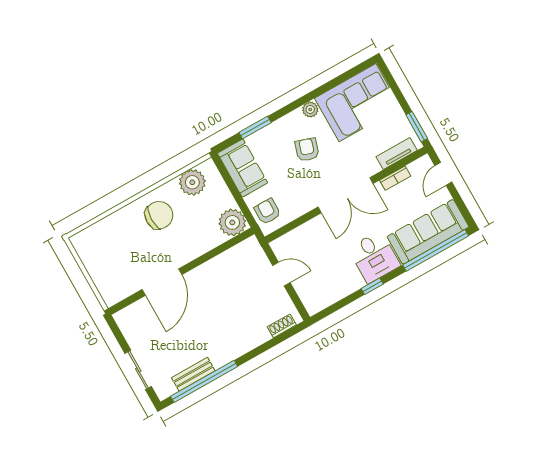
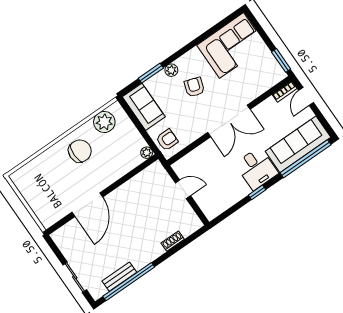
plant: (310, 109) -> (171, 70), moved
tv unit: (397, 153) -> (267, 83), removed
bookcase: (395, 178) -> (285, 92), moved
armchair: (267, 211) -> (167, 140), turned 90
plant: (232, 222) -> (147, 153), width x0.53, depth x0.53
shoe rack: (282, 326) -> (173, 241), moved

